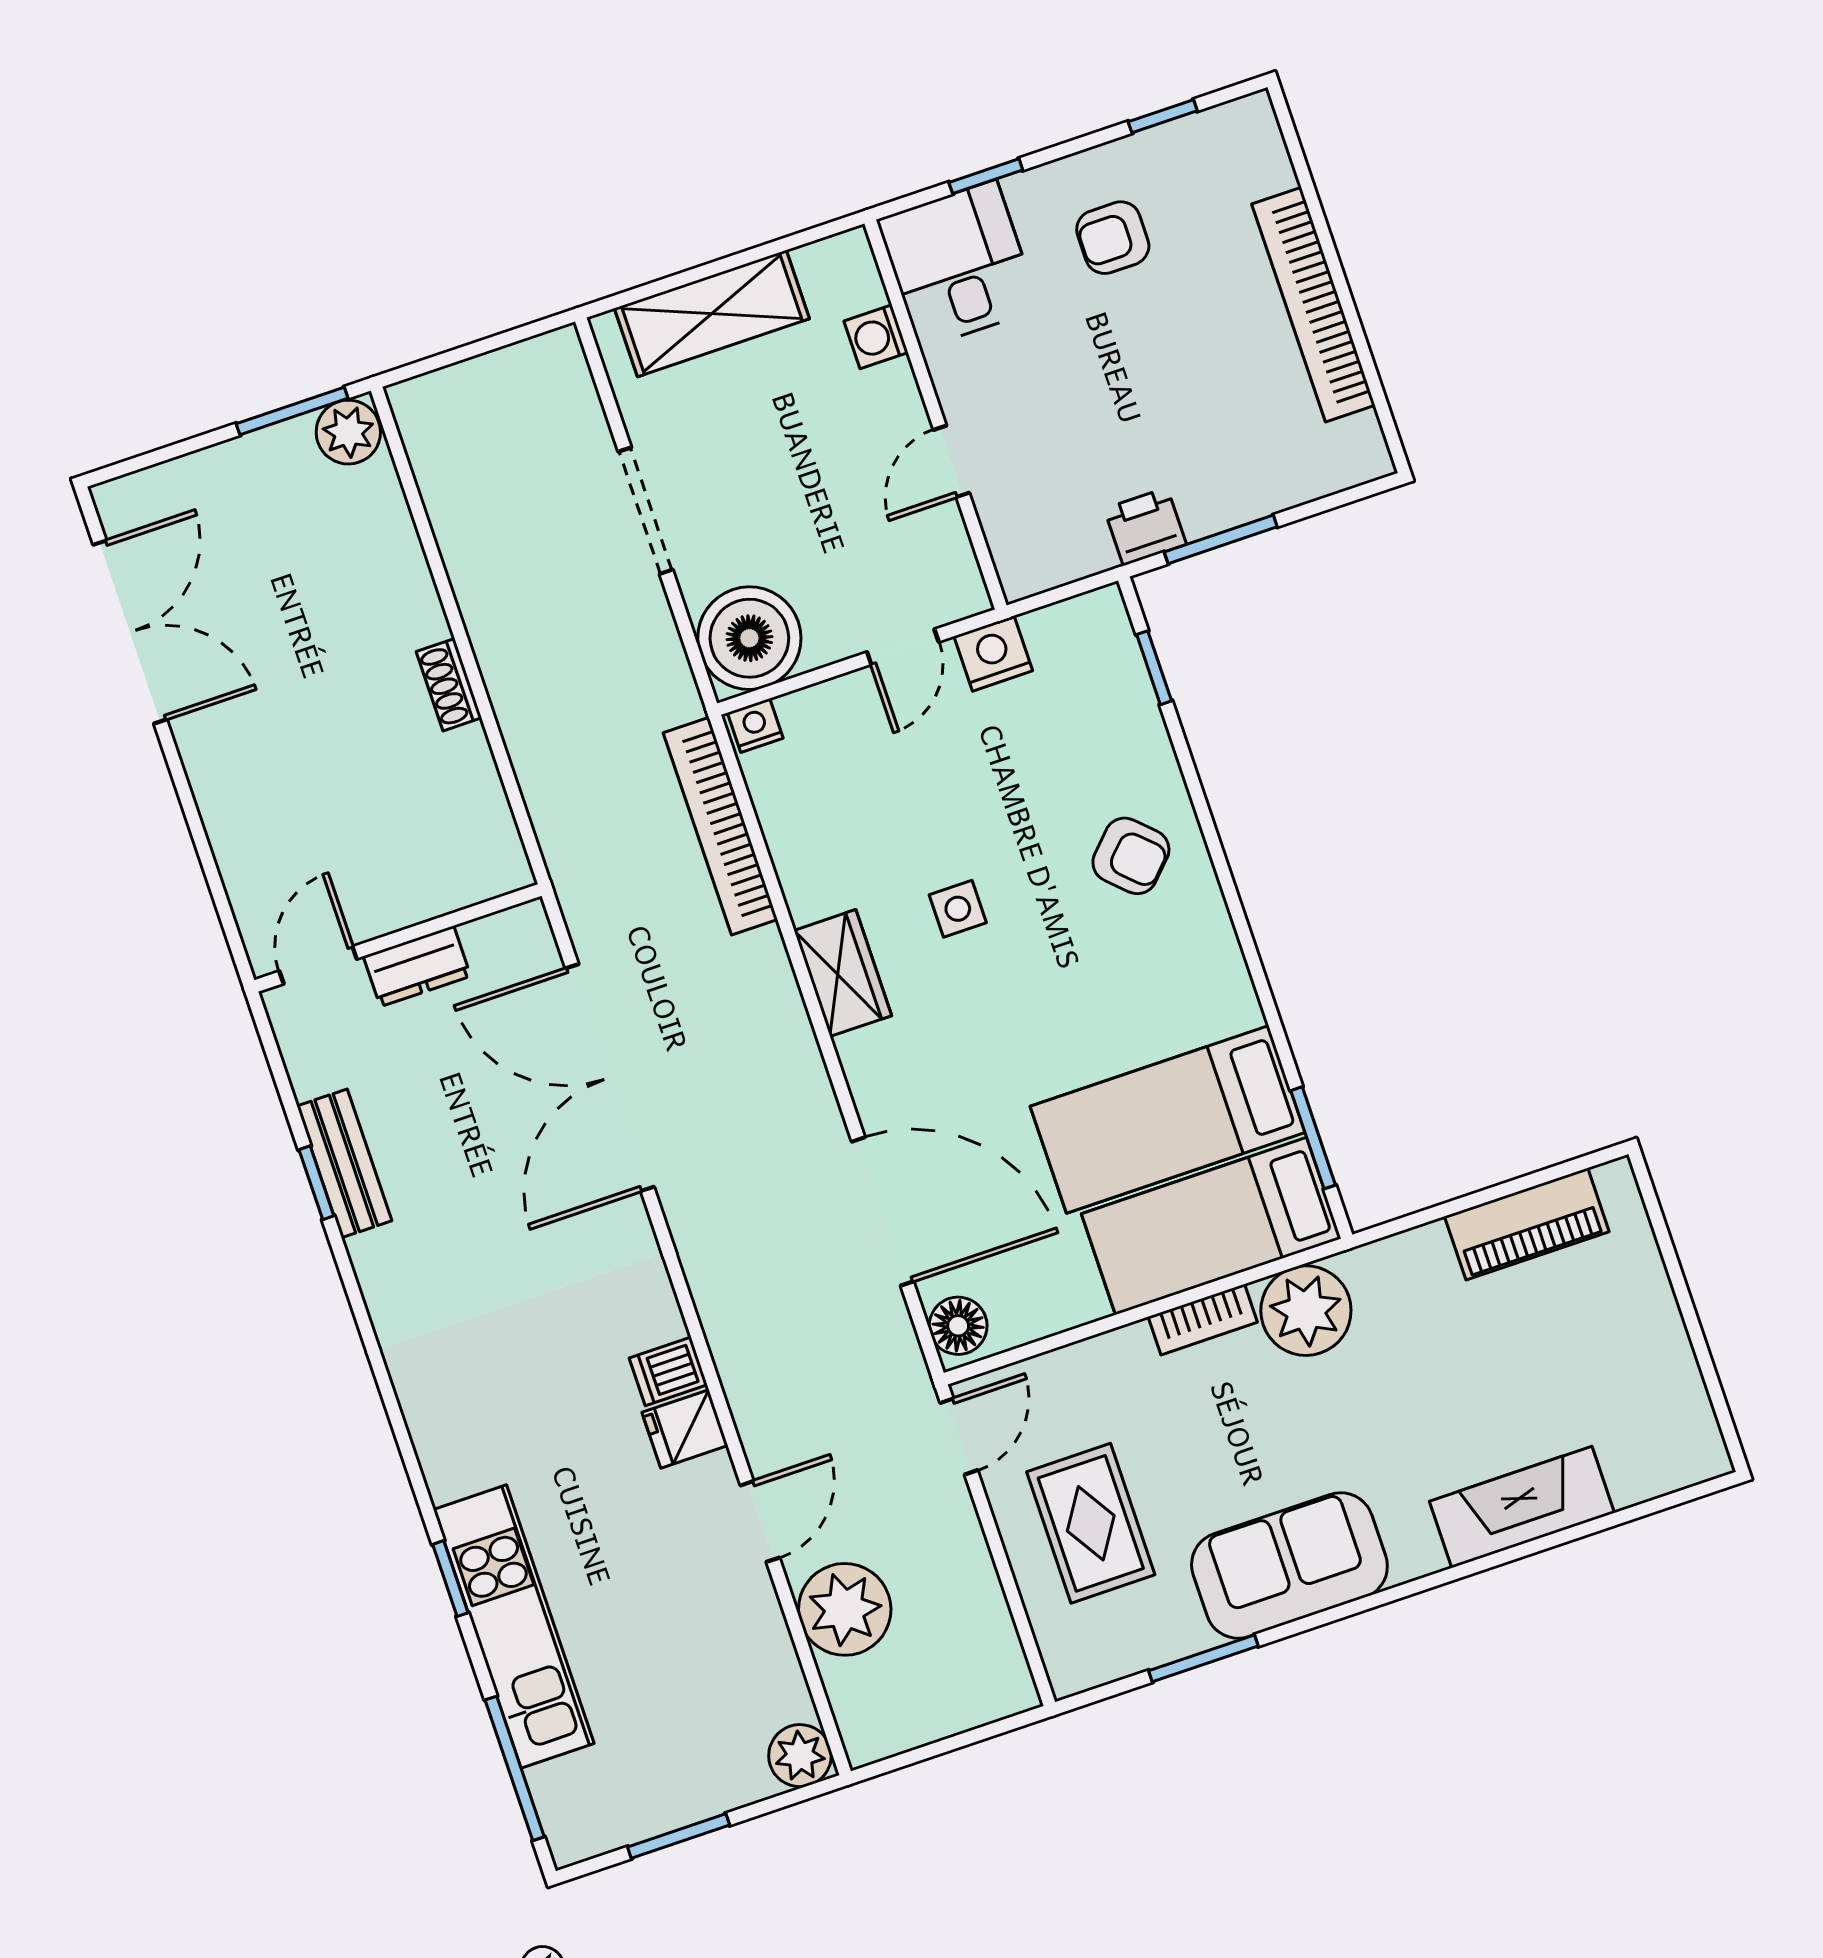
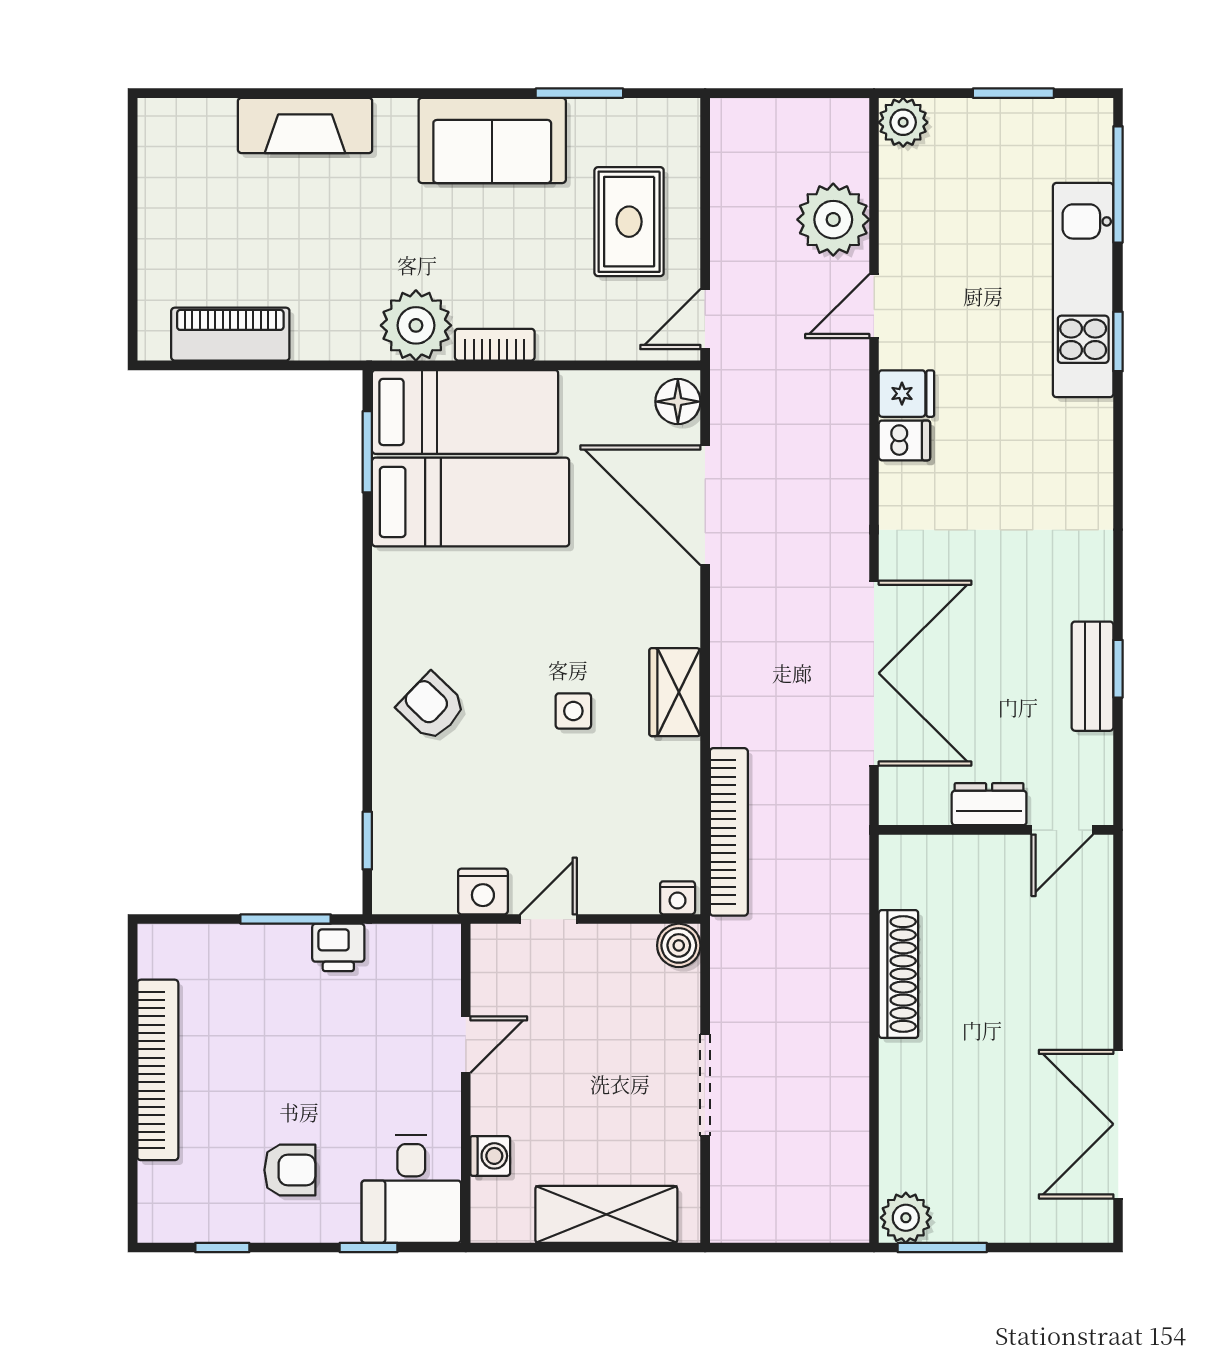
boiler: (749, 638) -> (679, 945), width x0.54, depth x0.54
shoe rack: (449, 685) -> (898, 974), width x1.94, depth x1.24

